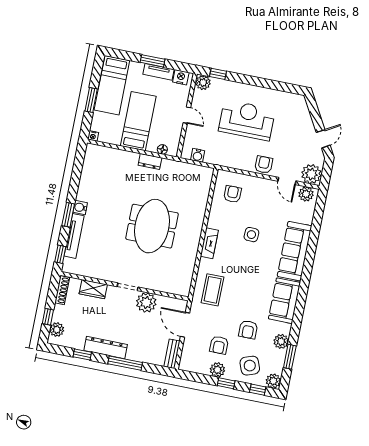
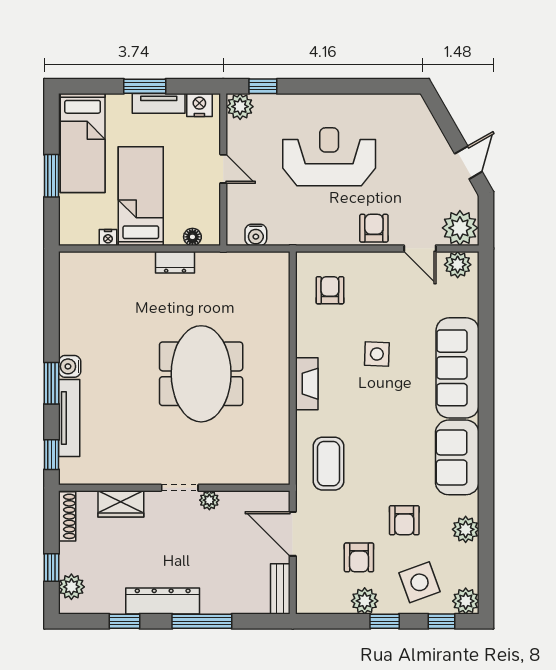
nightstand: (93, 136) -> (108, 238), moved
plant: (146, 303) -> (209, 500), width x0.53, depth x0.53
window: (290, 357) -> (486, 553), removed

